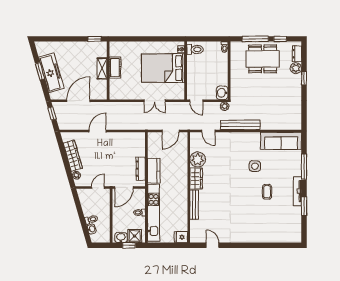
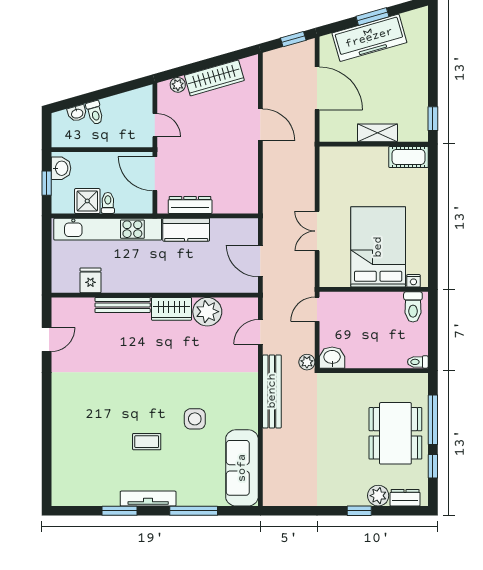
cot: (115, 68) -> (408, 157), moved
shower: (135, 236) -> (87, 201), moved
fridge: (181, 237) -> (90, 280), moved

